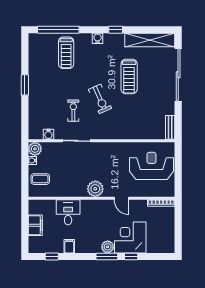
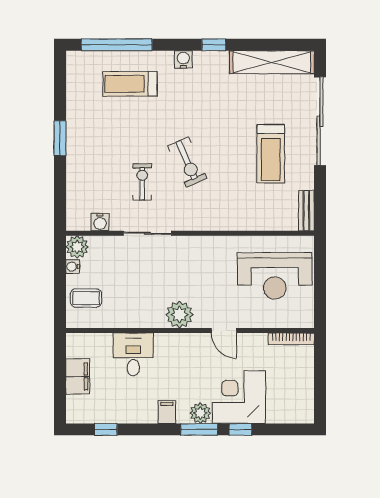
treadmill: (66, 53) -> (130, 84), turned 90
treadmill: (129, 77) -> (271, 154), moved
reception desk: (151, 166) -> (275, 276), turned 180
filing cabinet: (69, 246) -> (167, 412), moved

